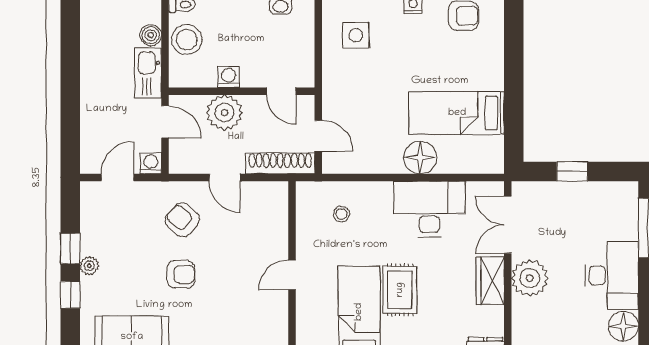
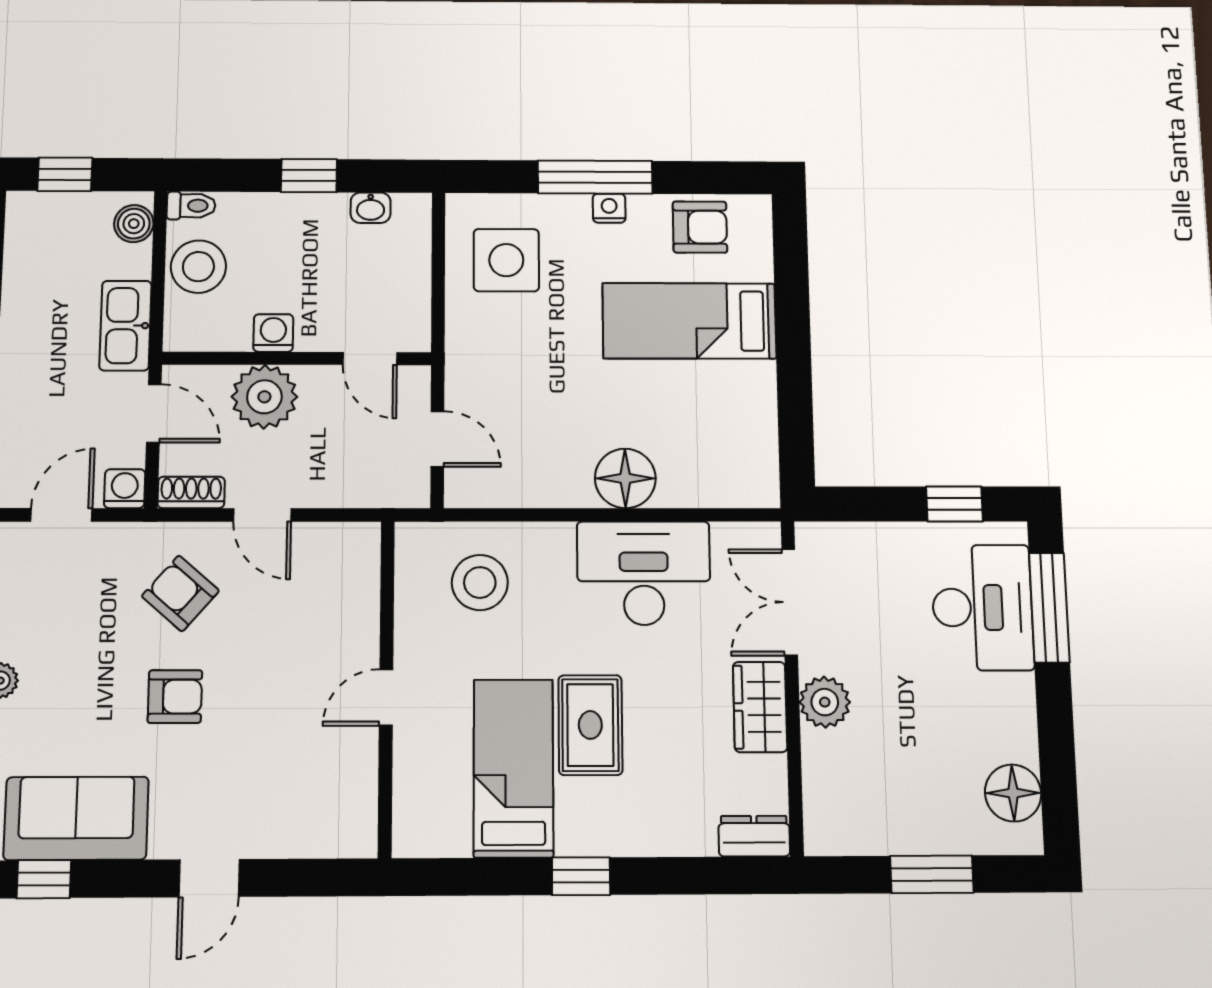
boiler: (151, 35) -> (134, 224), moved
side table: (356, 35) -> (506, 260), width x1.37, depth x1.37
bed: (457, 113) -> (689, 321), moved
shoe rack: (280, 163) -> (191, 492), moved, width x0.51, depth x0.81
window: (572, 171) -> (954, 504), moved
stool: (341, 214) -> (480, 583), width x1.89, depth x1.89
desk: (612, 275) -> (982, 607), moved
plant: (530, 278) -> (825, 702), width x0.73, depth x0.73

